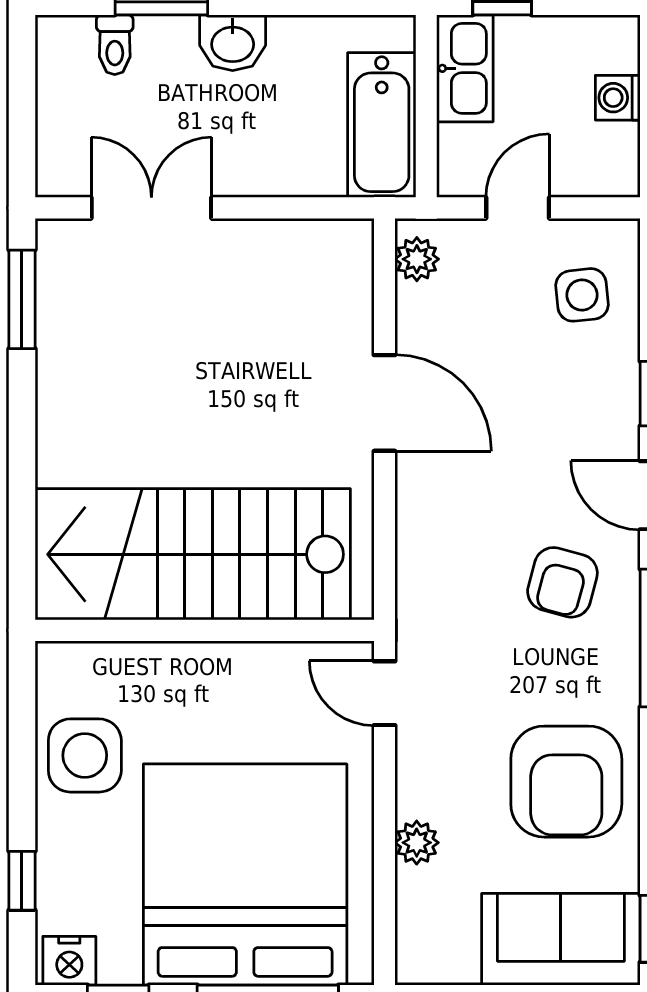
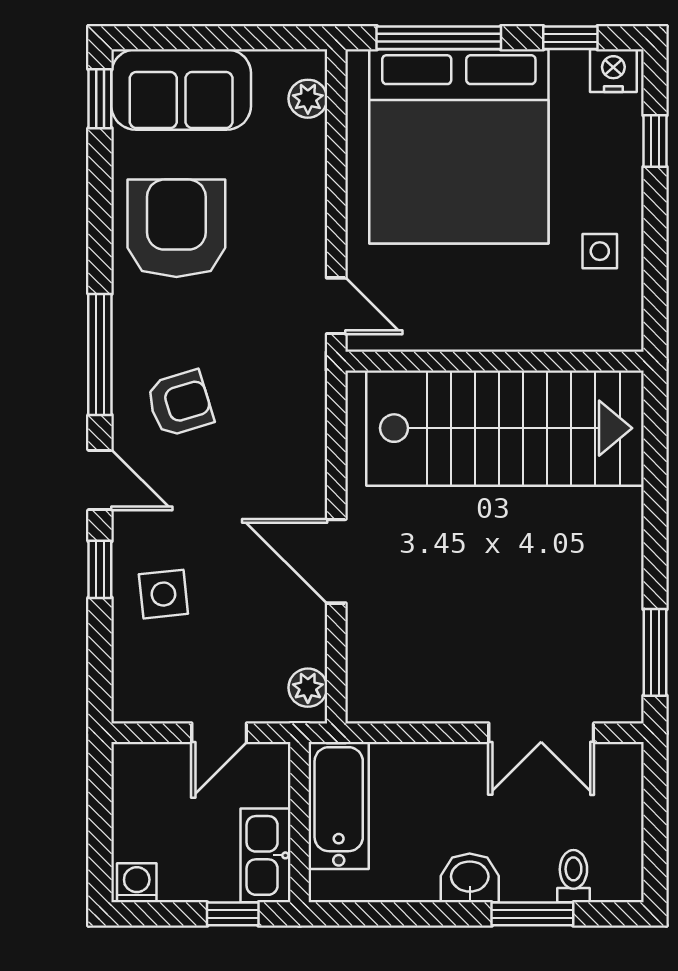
washing machine: (618, 98) -> (137, 883), moved, turned -90
side table: (582, 295) -> (163, 594), moved
armchair: (562, 582) -> (180, 403), turned 58
side table: (85, 755) -> (600, 251), width x0.54, depth x0.54
plant: (417, 843) -> (308, 99), moved

